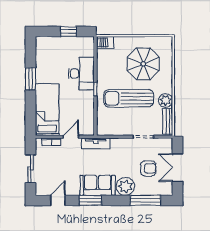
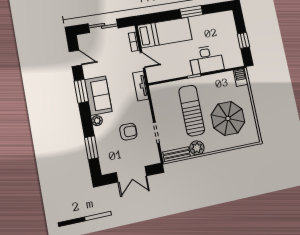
armchair: (148, 168) -> (128, 132), moved, turned -90
double door: (177, 168) -> (131, 174), swing flipped
plant: (125, 186) -> (97, 121), width x0.53, depth x0.53
window: (145, 200) -> (91, 148), width x0.69

